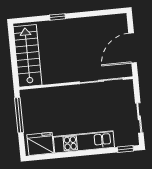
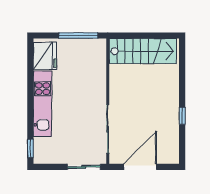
window: (57, 17) -> (182, 116), moved
door: (133, 48) -> (140, 167), hinge flipped
sliding door: (139, 118) -> (84, 167), moved

